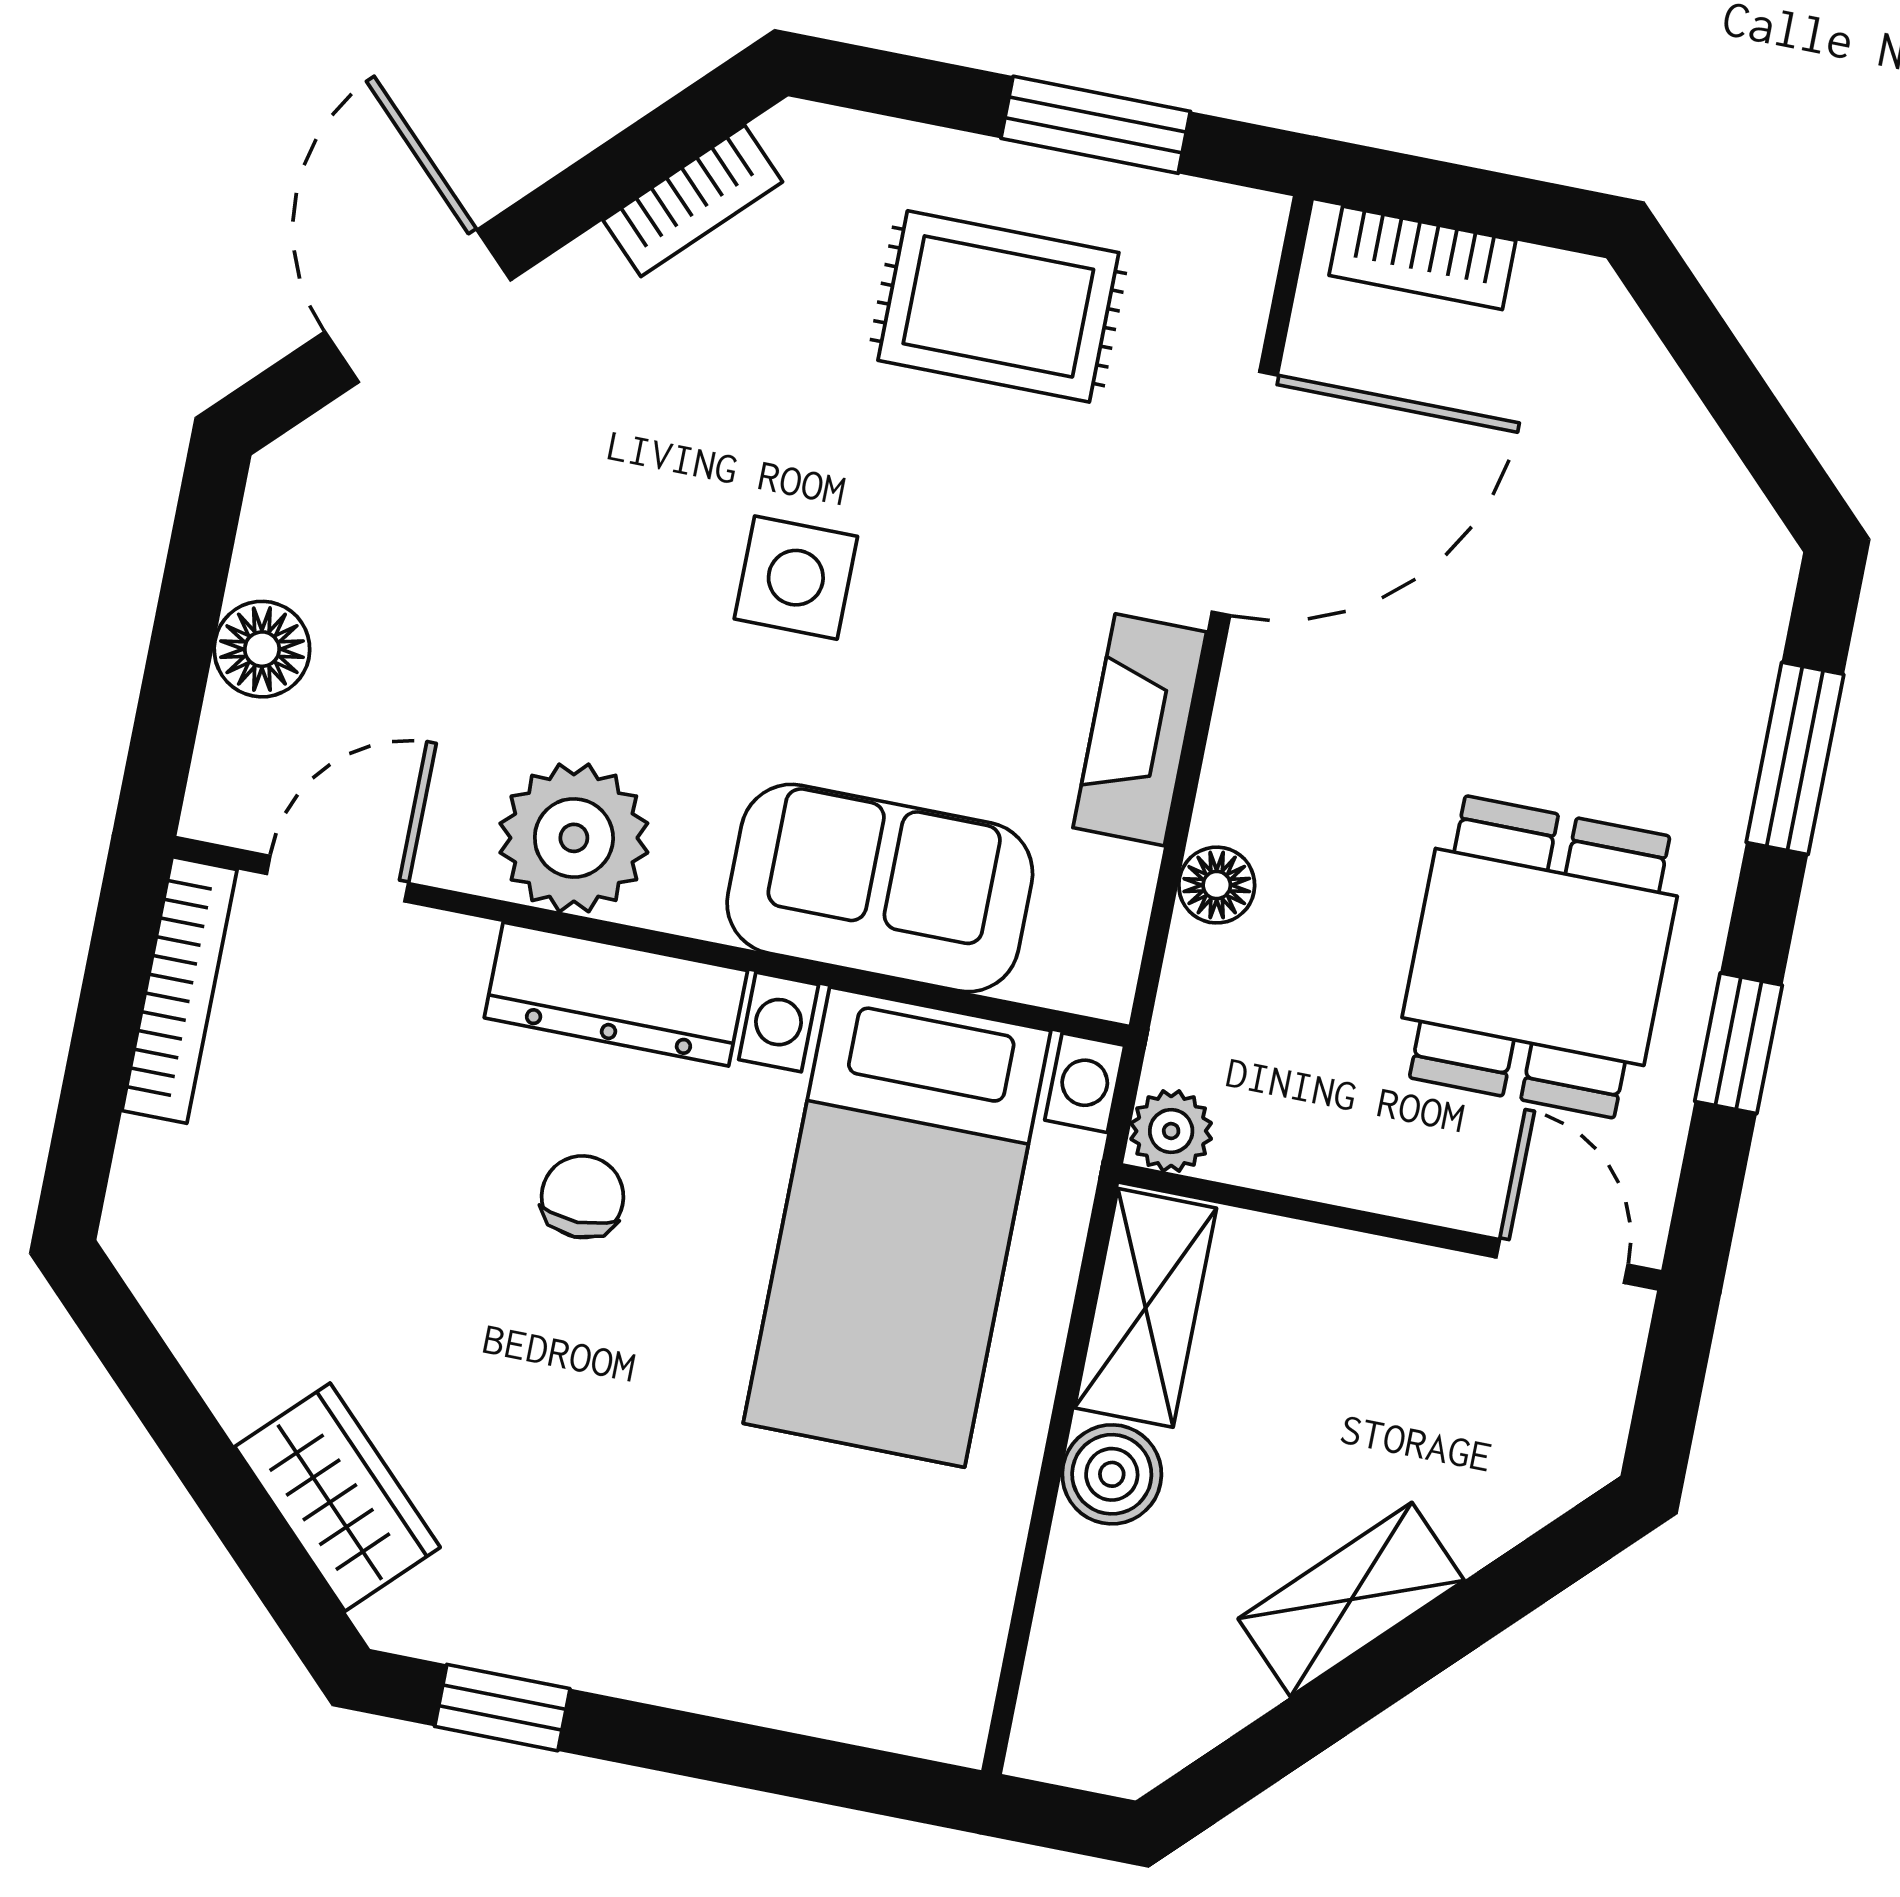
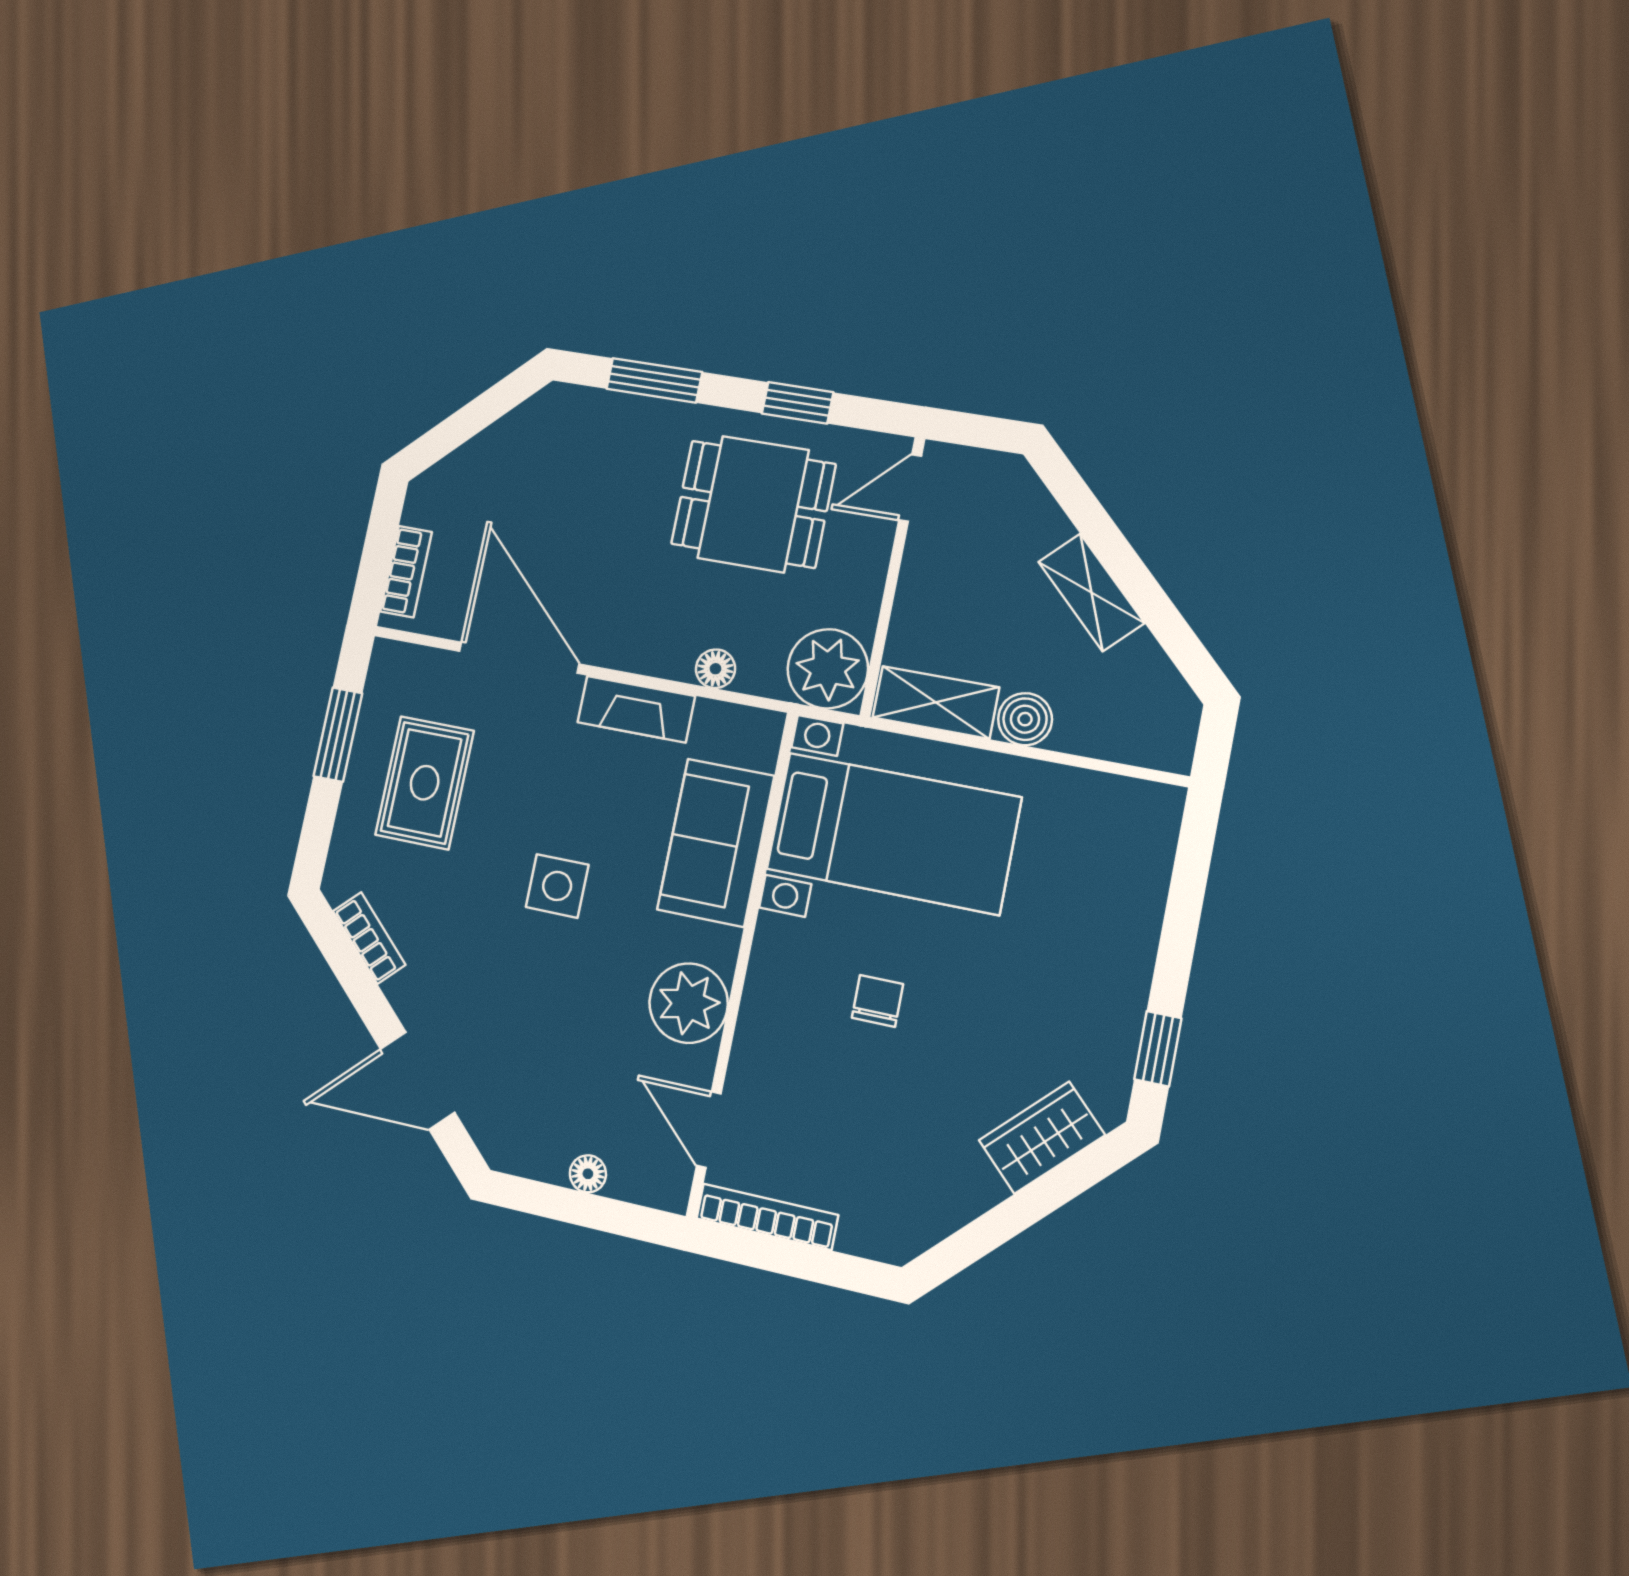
floor lamp: (262, 649) -> (588, 1174), width x0.73, depth x0.73
dresser: (616, 994) -> (770, 982), removed
plant: (1171, 1131) -> (828, 669), width x1.88, depth x1.88
chair: (583, 1197) -> (877, 1001), turned 90

